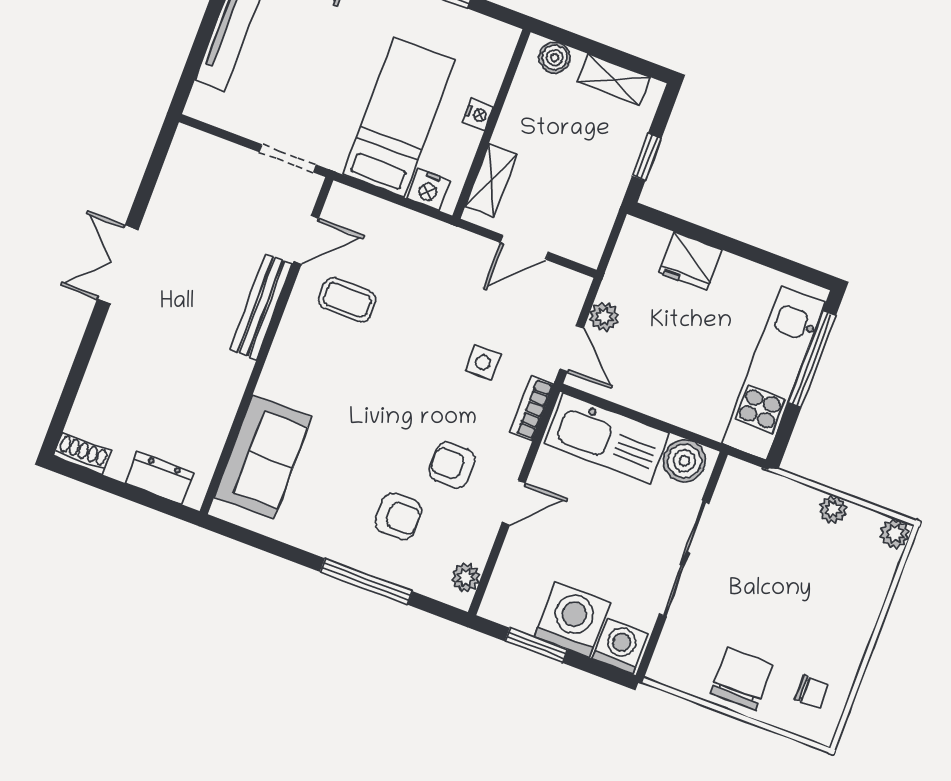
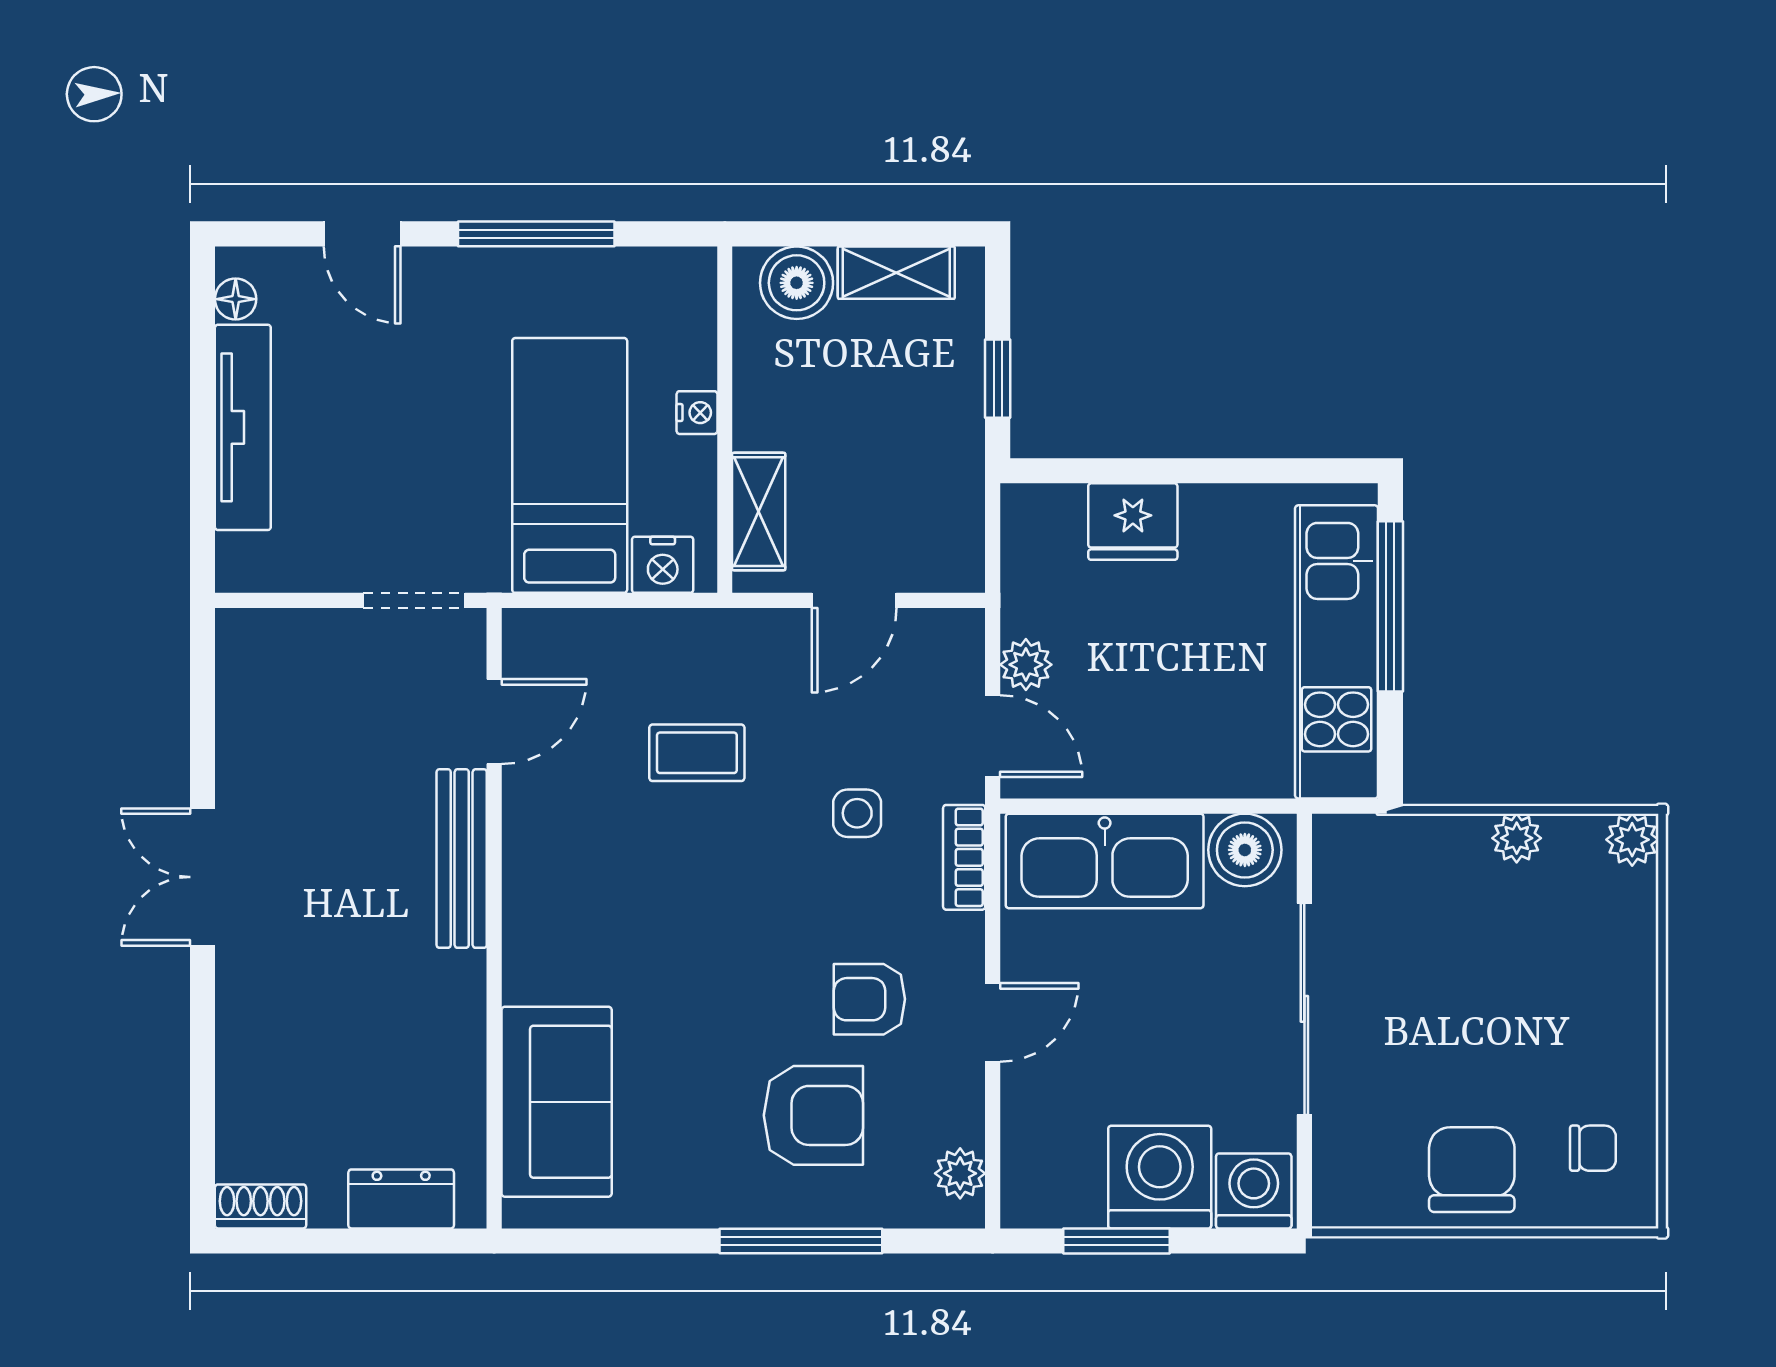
boiler: (555, 58) -> (797, 283), width x1.36, depth x1.36
coffee table: (347, 300) -> (697, 753), moved
armchair: (398, 516) -> (813, 1115), width x1.38, depth x1.38

